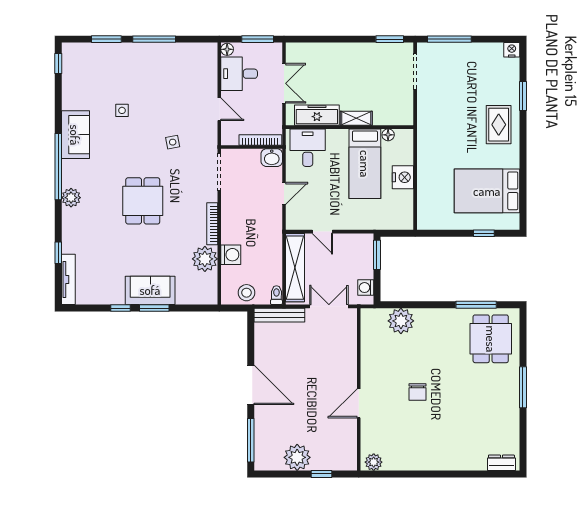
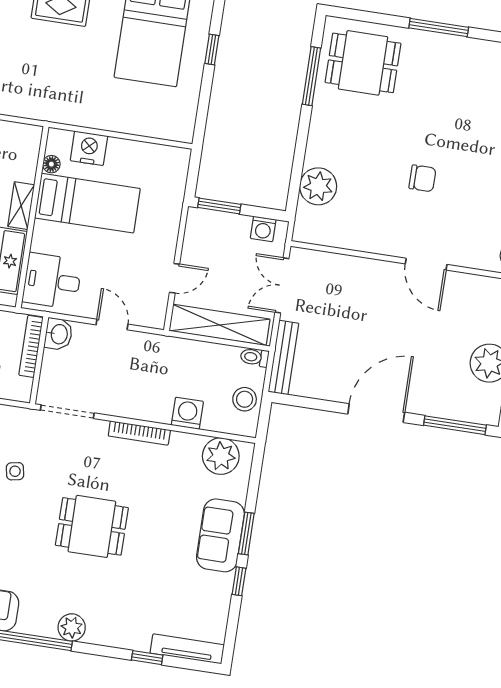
nightstand: (403, 177) -> (89, 148), moved
plant: (205, 259) -> (221, 456), moved

